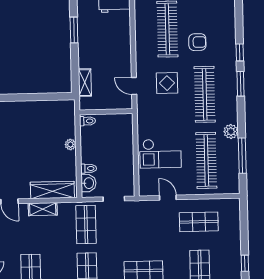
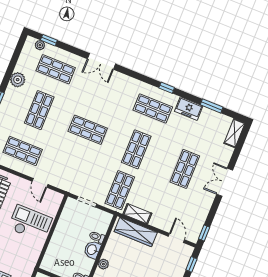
washbasin: (88, 183) -> (92, 250), moved
shelving: (43, 209) -> (137, 214), moved

